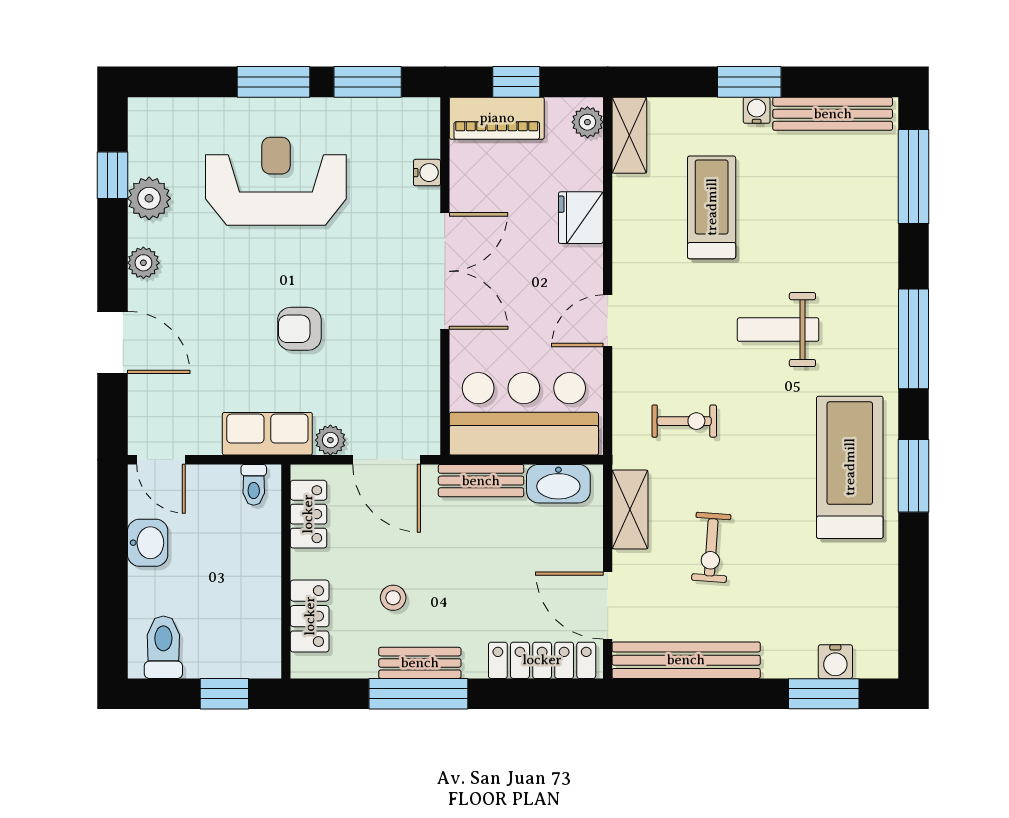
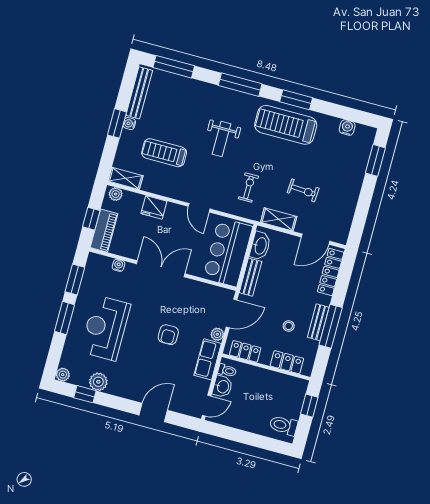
plant: (143, 263) -> (63, 375), moved
washbasin: (148, 543) -> (223, 387), moved, turned 90
bench: (686, 660) -> (346, 213), removed
water cooler: (835, 662) -> (347, 128), moved, turned -90

